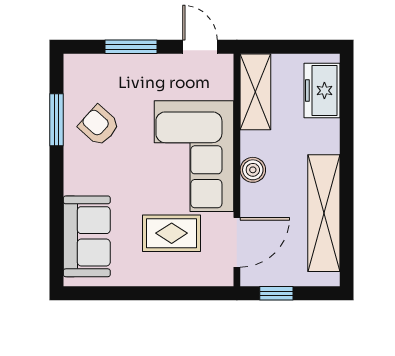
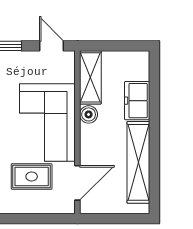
freezer: (322, 91) -> (137, 101), moved
boiler: (253, 170) -> (89, 114), moved
window: (276, 293) -> (105, 219), removed

